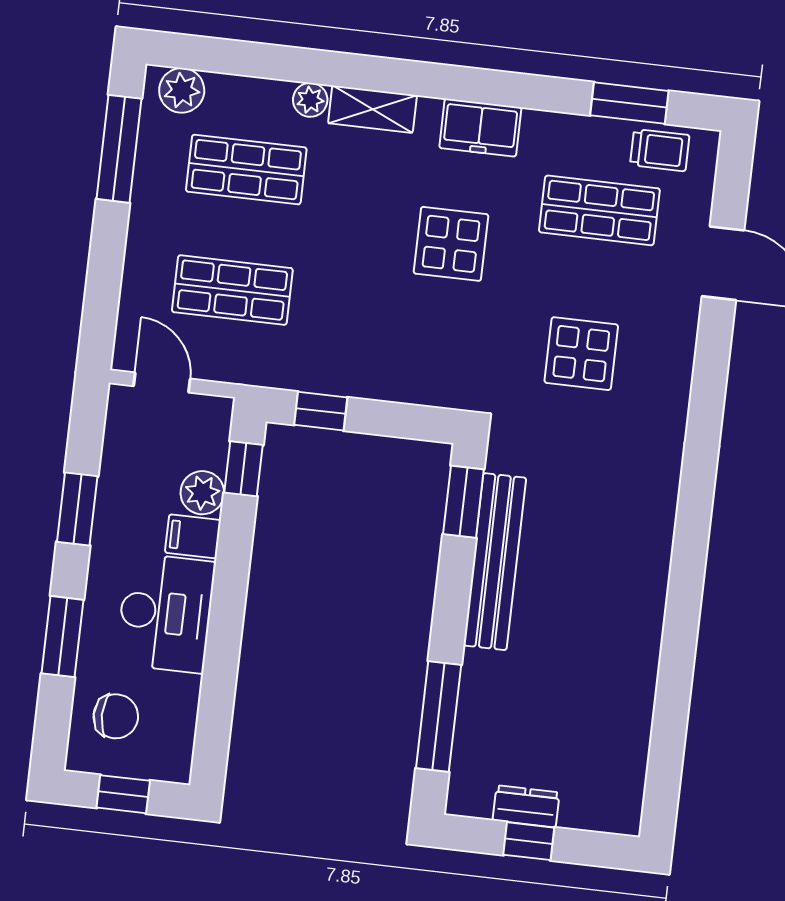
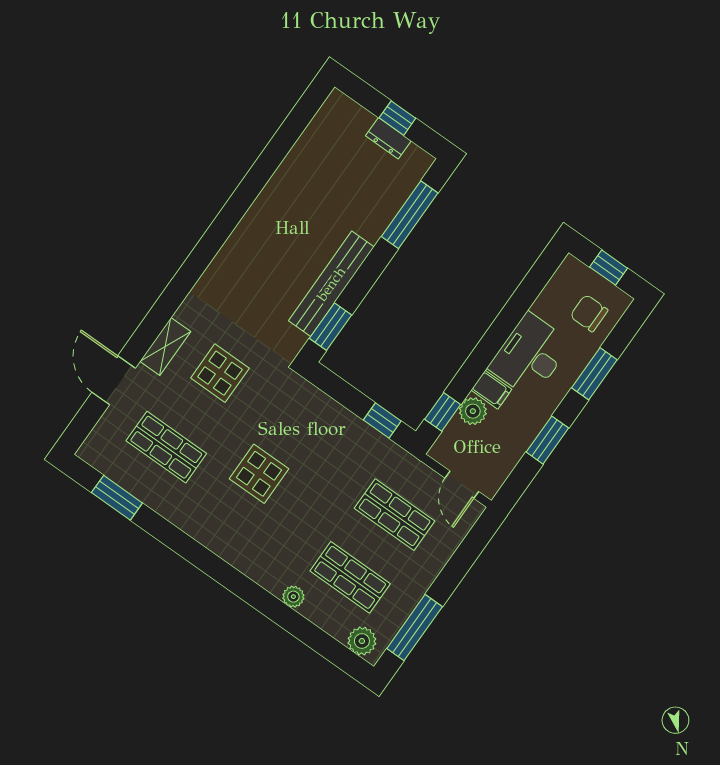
shelving: (373, 109) -> (165, 346), moved, turned 90
freezer: (480, 128) -> (207, 529), removed
trolley: (660, 150) -> (114, 462), removed

